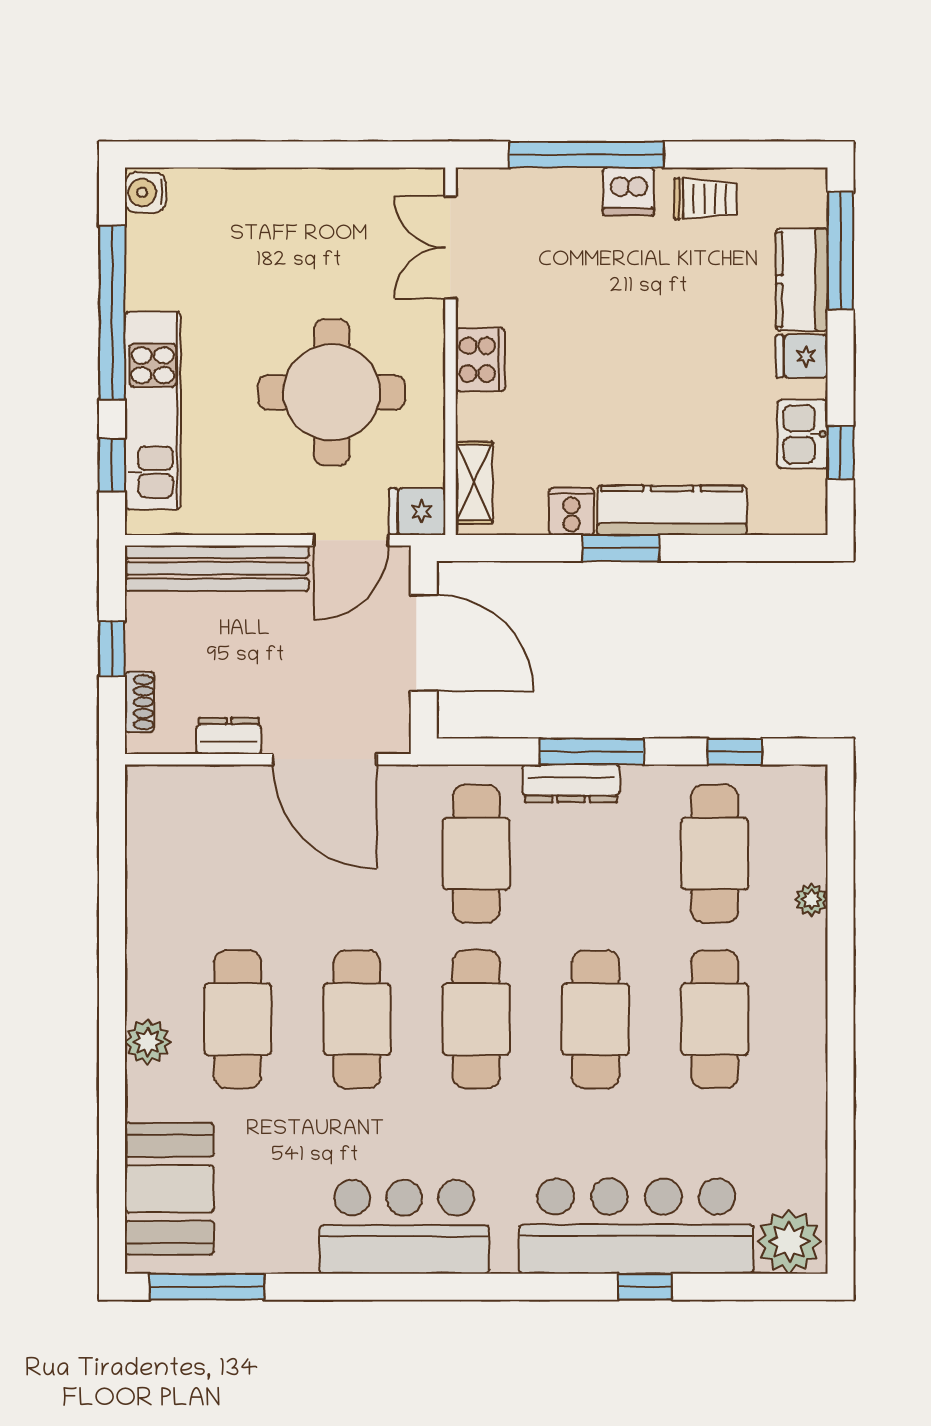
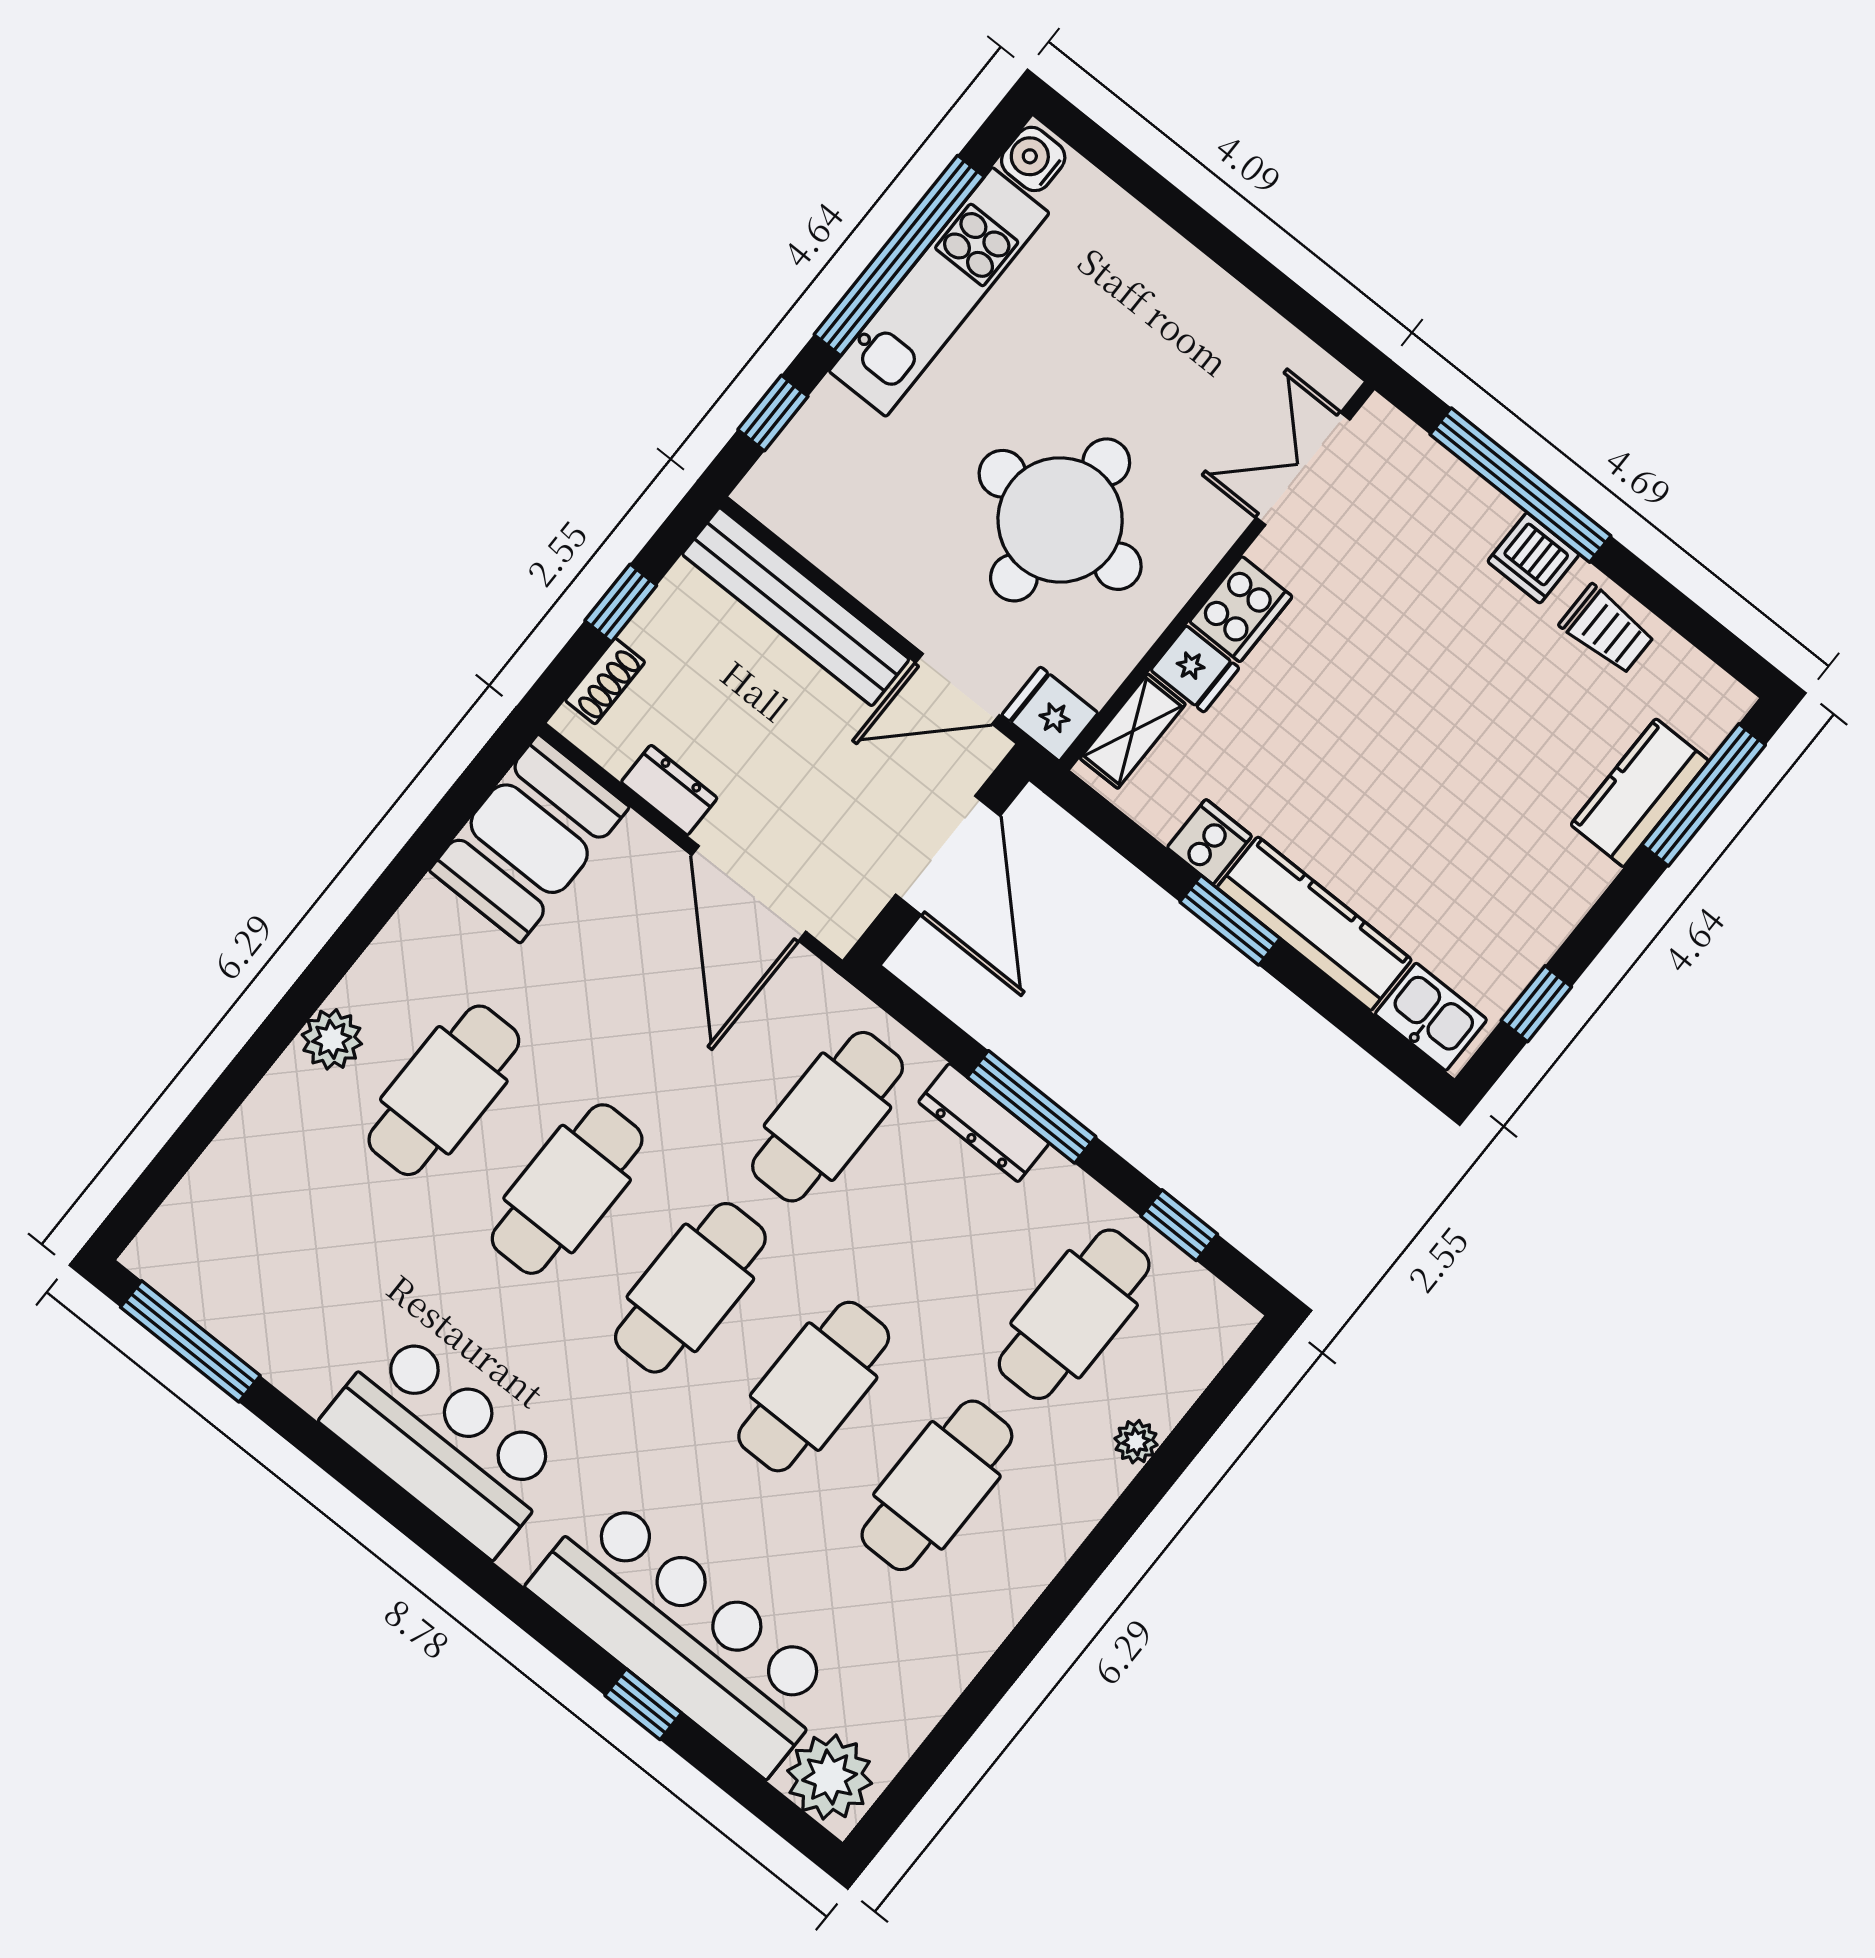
fridge: (802, 356) -> (1195, 669), moved, turned 180
kitchen unit: (153, 411) -> (939, 292), moved
kitchen sink: (803, 434) -> (1431, 1017), moved, turned 90
booth: (169, 1189) -> (529, 839), moved

